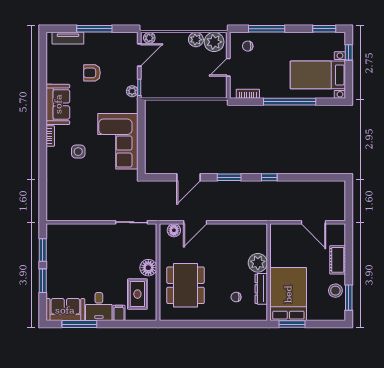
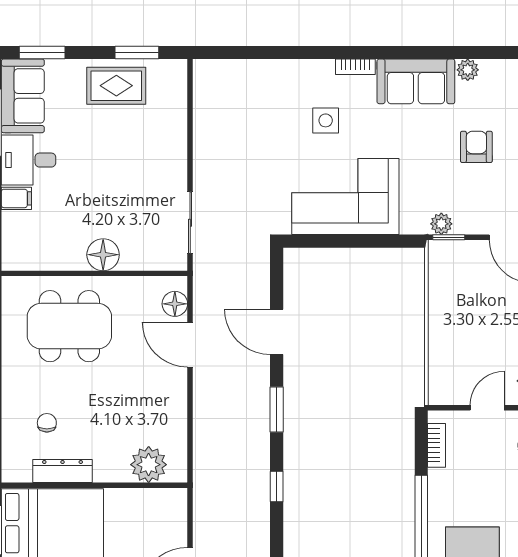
door: (228, 67) -> (487, 408), hinge flipped
plant: (52, 77) -> (468, 70), added
plant: (258, 263) -> (149, 465), moved
window: (43, 281) -> (42, 52), moved
rug: (137, 294) -> (116, 86), moved

